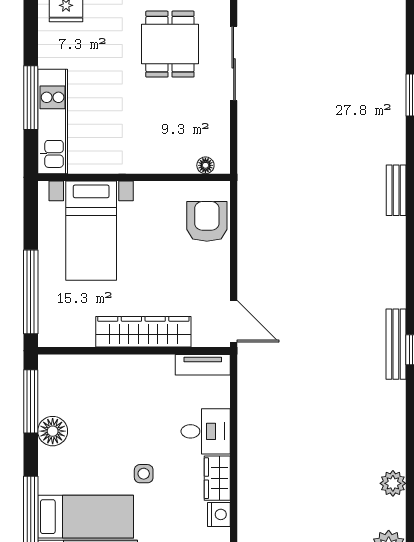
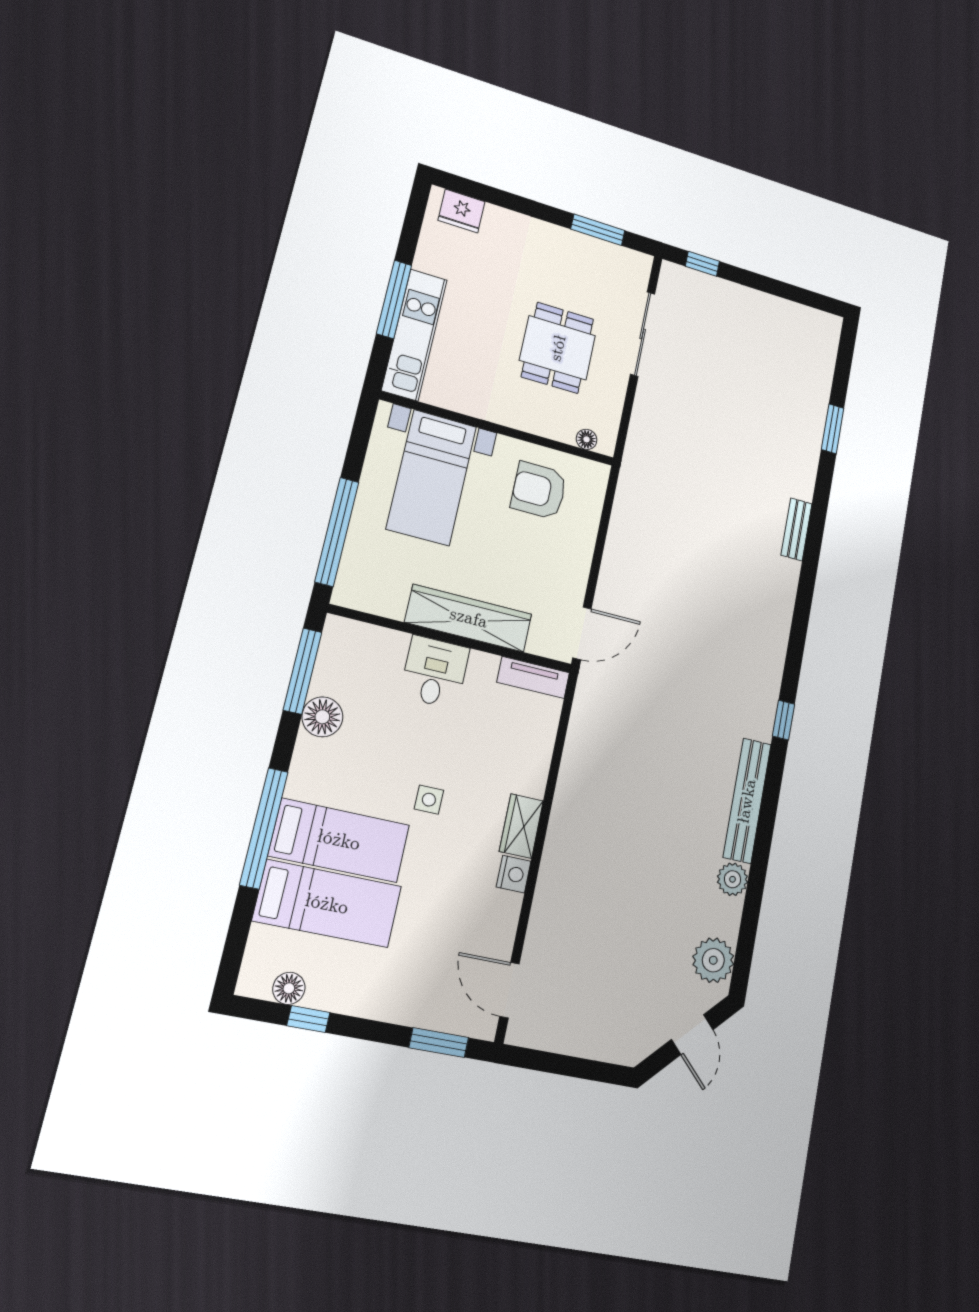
dining table: (170, 44) -> (558, 348), moved
armchair: (207, 221) -> (539, 490), moved, turned -90
door: (234, 321) -> (582, 633), hinge flipped
bench: (396, 344) -> (747, 801), moved, width x1.37, depth x1.21
desk: (206, 431) -> (435, 672), moved, turned -90

